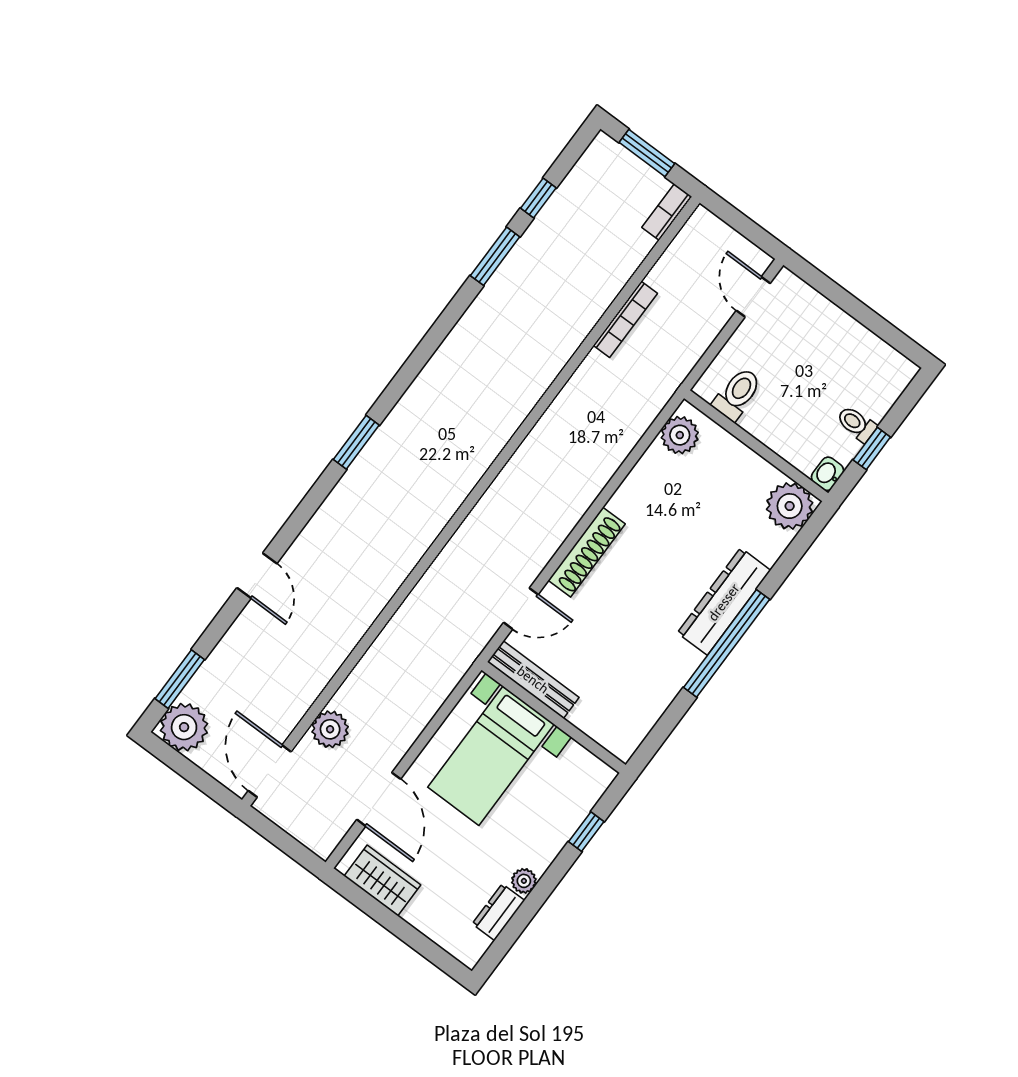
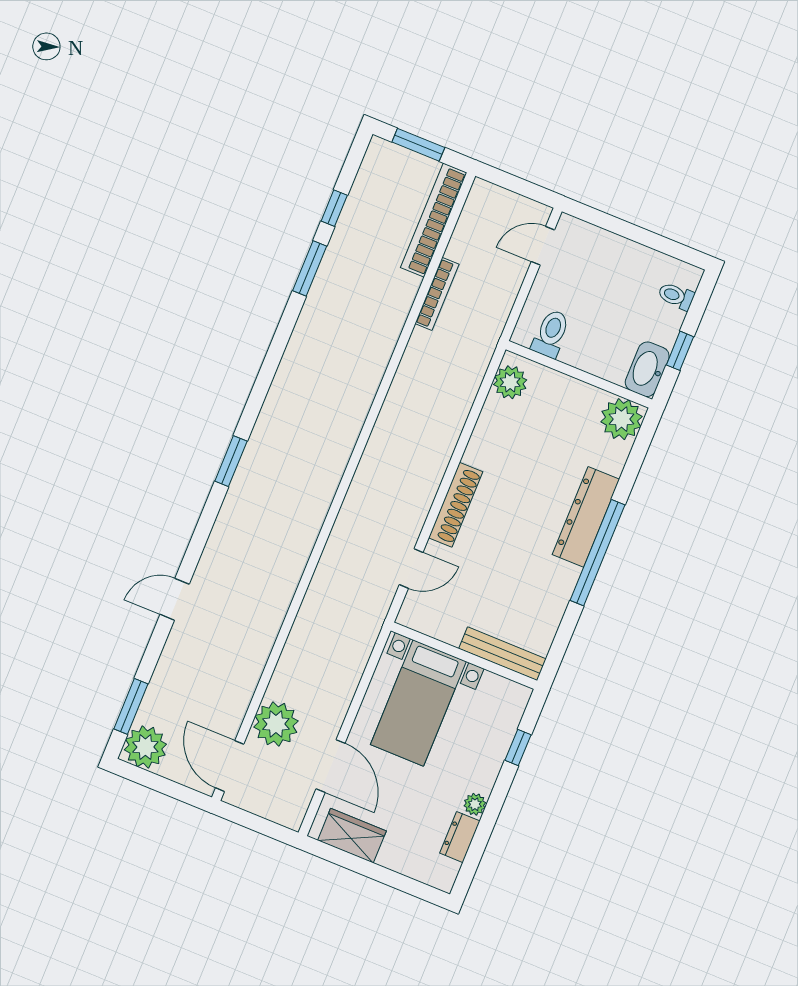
bookcase: (667, 212) -> (434, 220), width x2.31, depth x1.31
door: (753, 297) -> (543, 246), hinge flipped
toilet: (856, 424) -> (676, 296), moved
washbasin: (827, 474) -> (647, 369), width x1.91, depth x1.45
door: (257, 576) -> (175, 599), swing flipped
bench: (533, 680) -> (502, 654), moved
plant: (330, 729) -> (276, 724), width x1.36, depth x1.36

